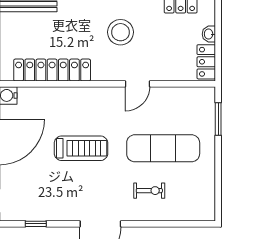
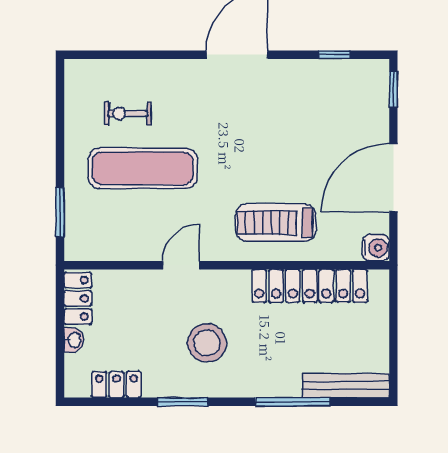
treadmill: (81, 148) -> (276, 223), moved
exercise bike: (149, 191) -> (128, 114), moved

